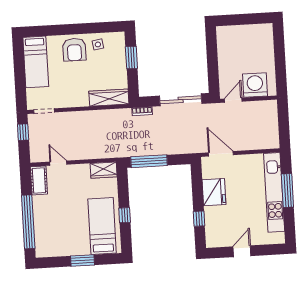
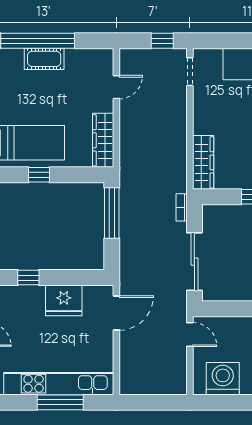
washing machine: (255, 85) -> (223, 379), moved, turned -90
wardrobe: (104, 170) -> (103, 140), width x1.50
cot: (39, 180) -> (44, 59), moved

